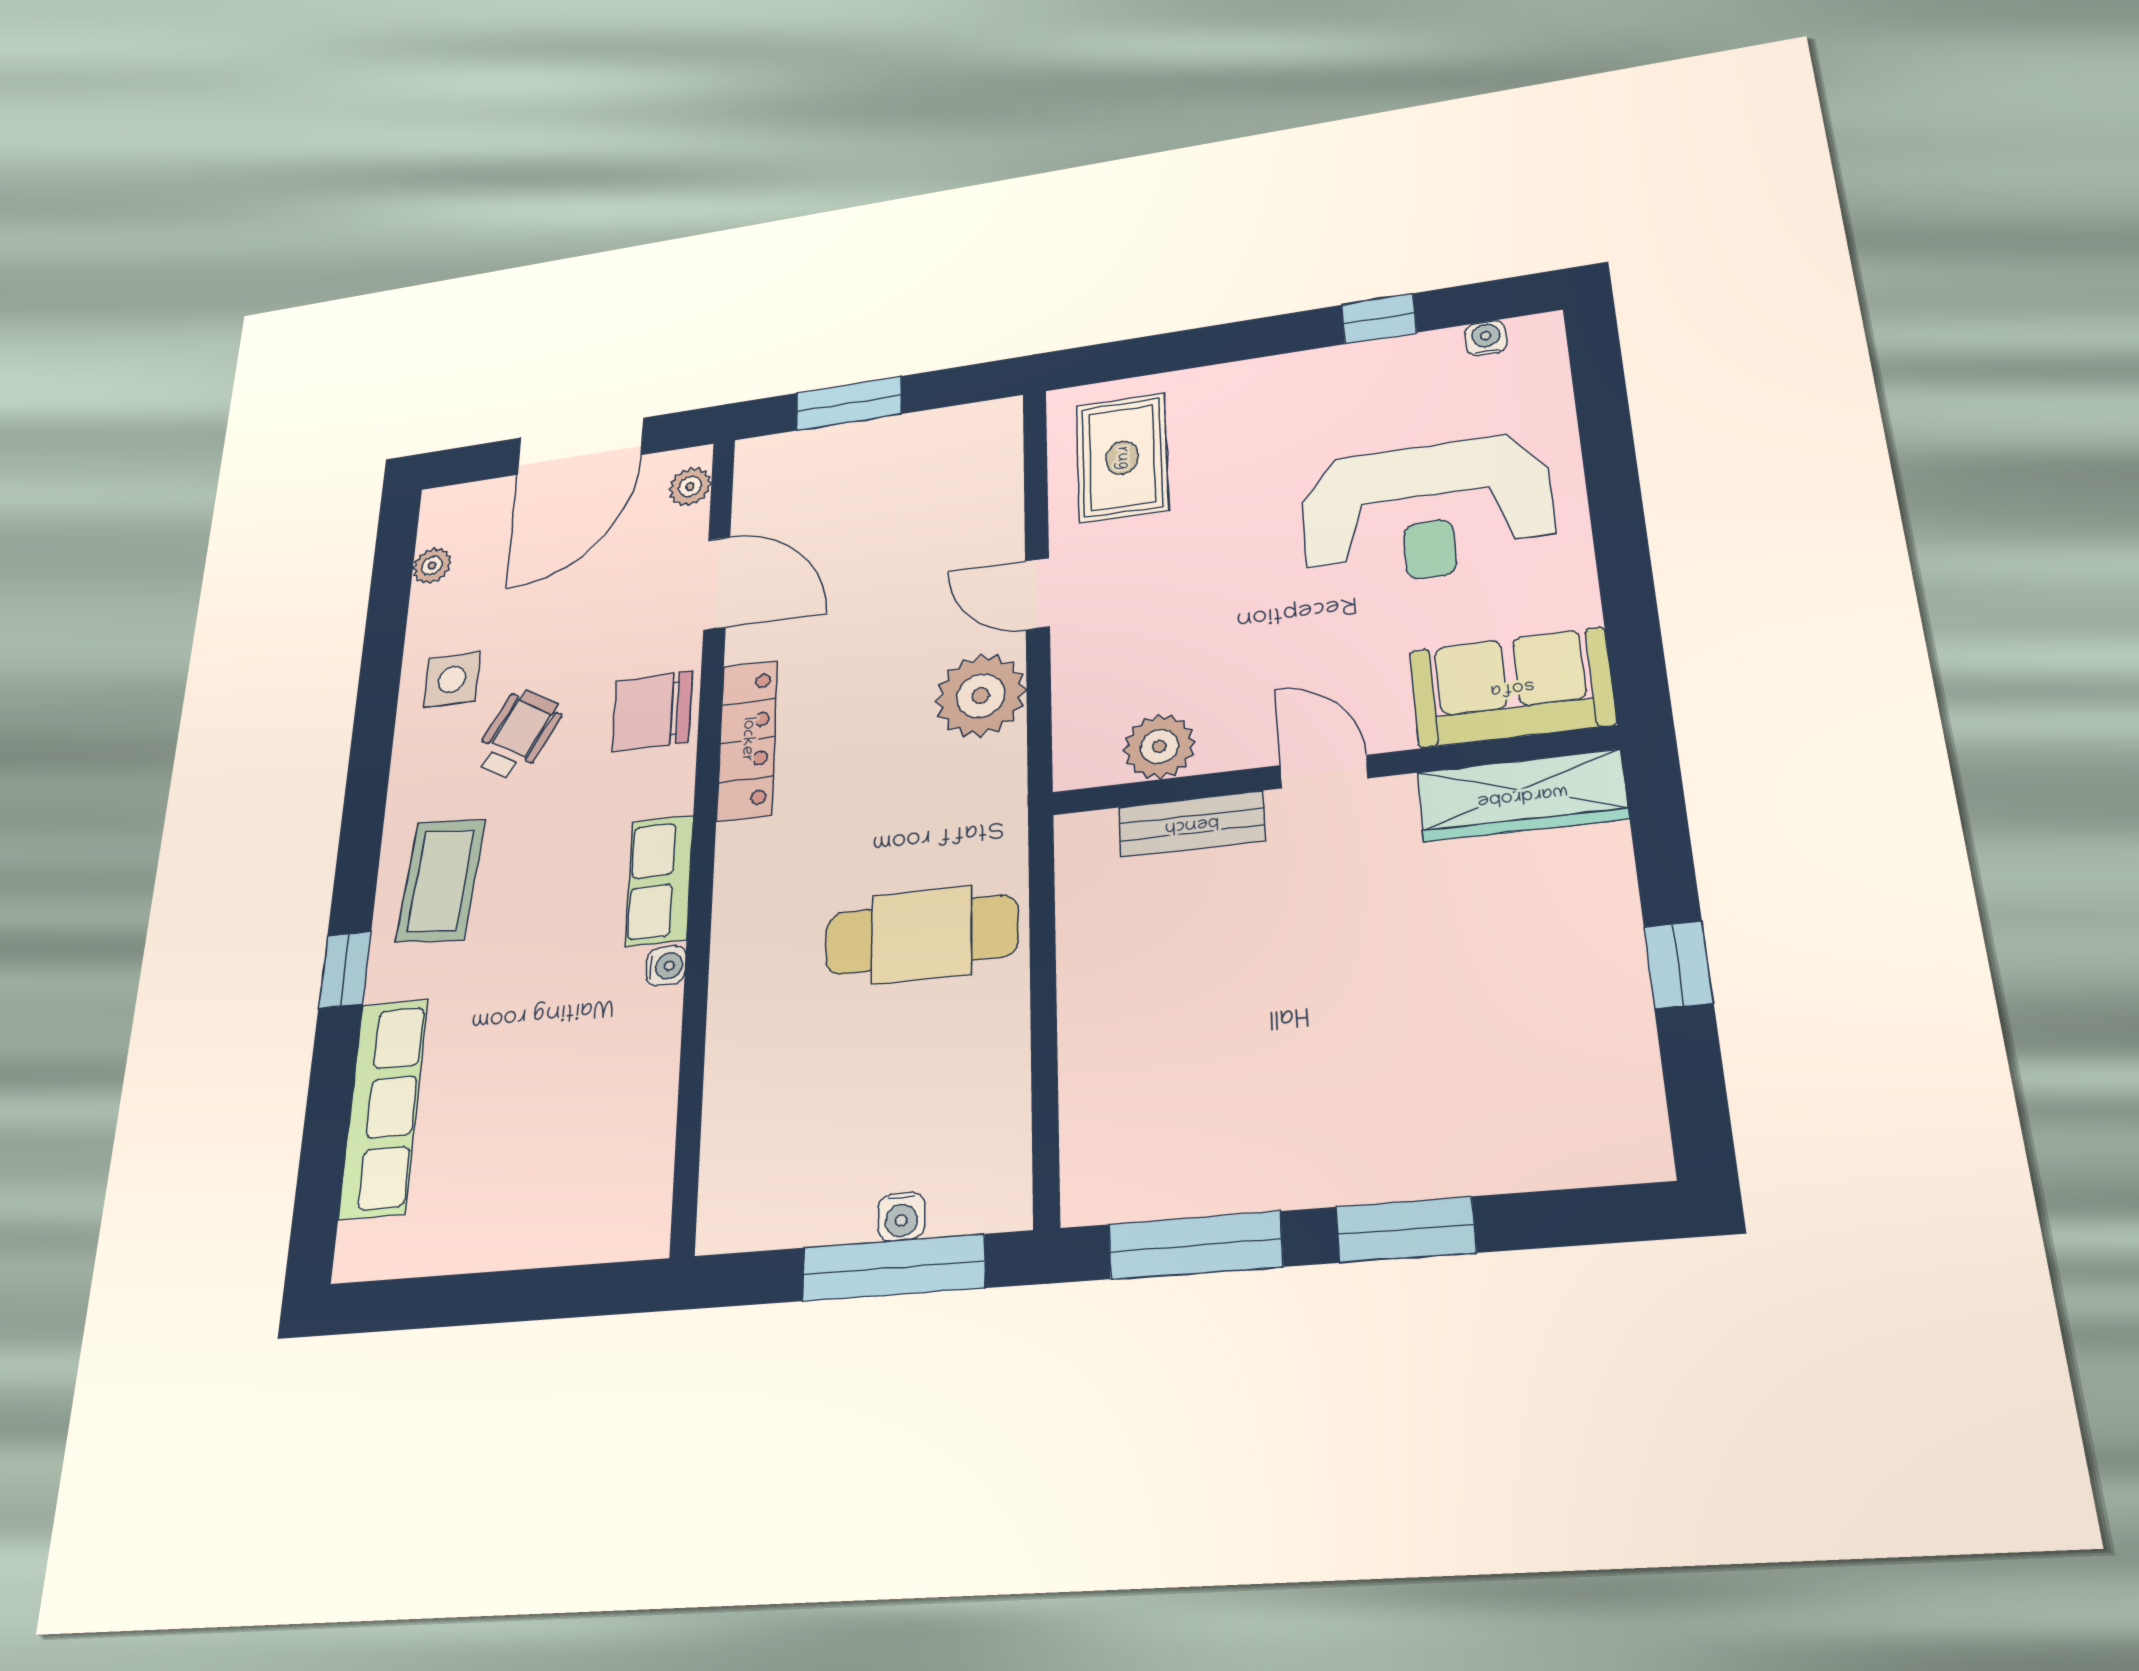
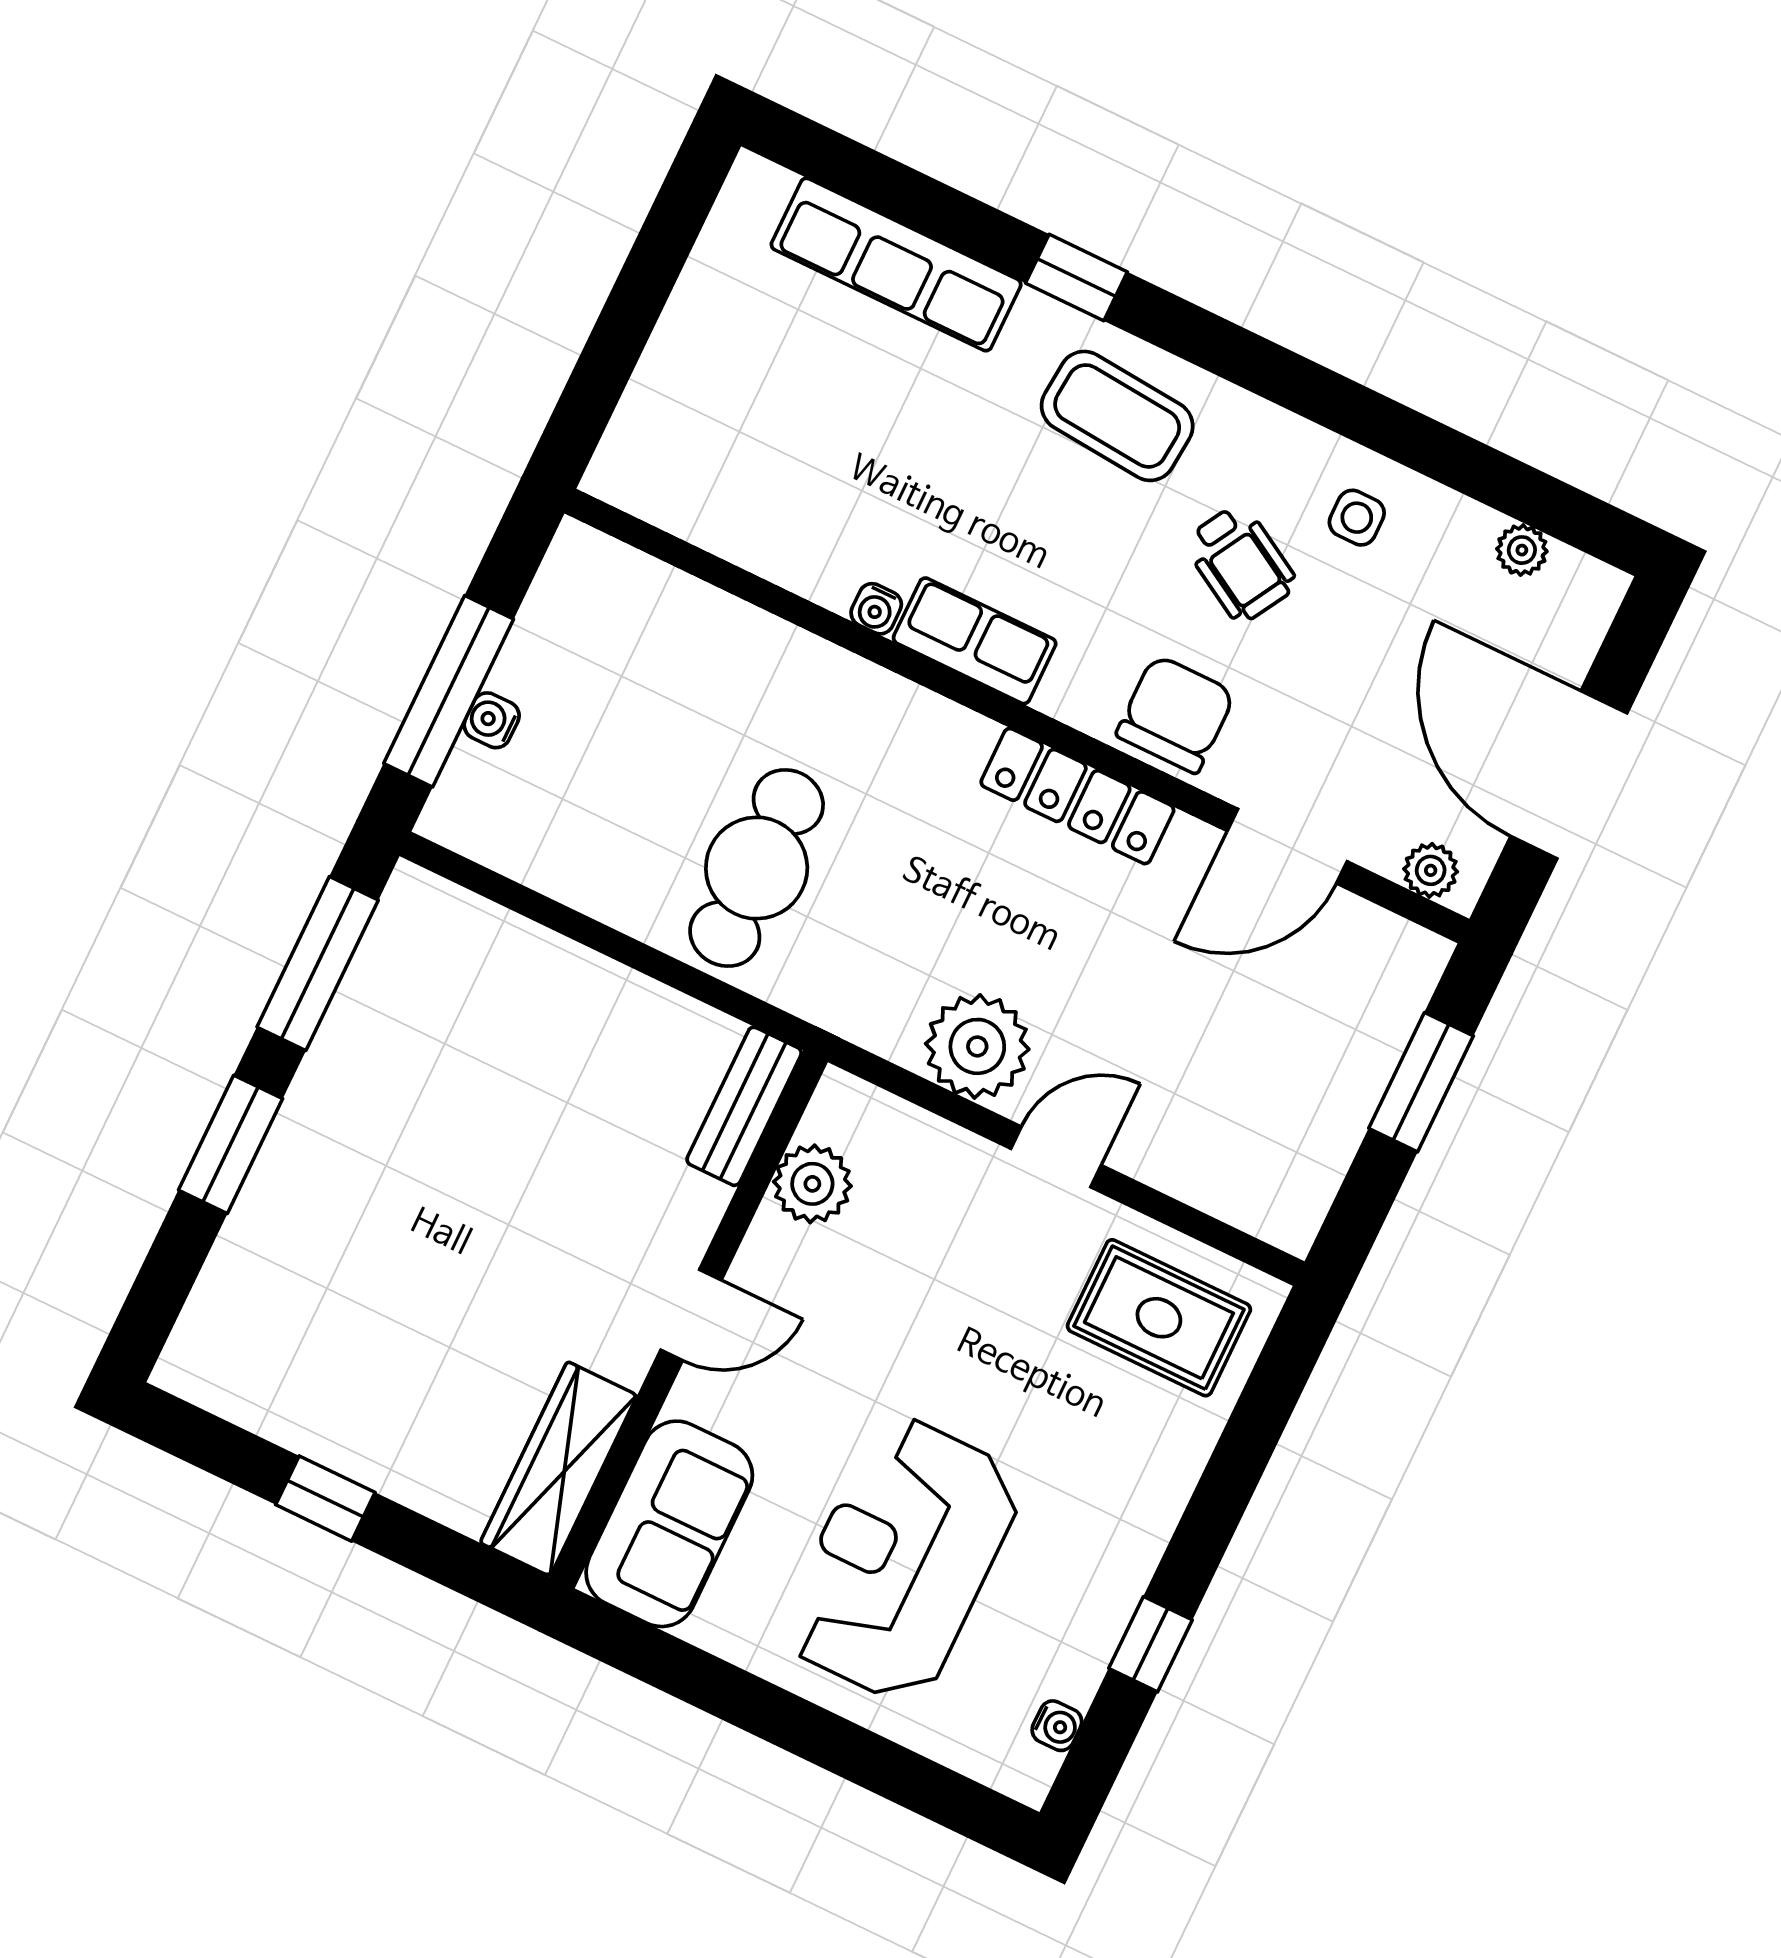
side table: (452, 679) -> (1357, 518), width x0.73, depth x0.73
bench: (1192, 824) -> (744, 1106), moved

